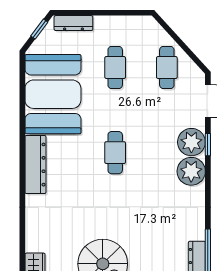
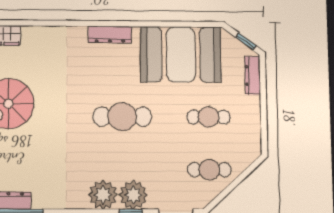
cafe table: (115, 153) -> (122, 117), width x1.37, depth x1.35
dresser: (35, 165) -> (110, 35), width x0.73, depth x0.80

